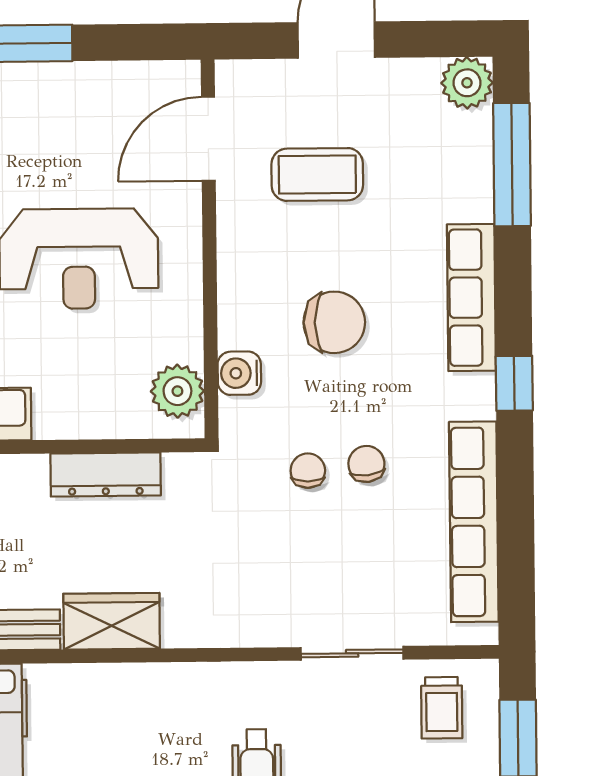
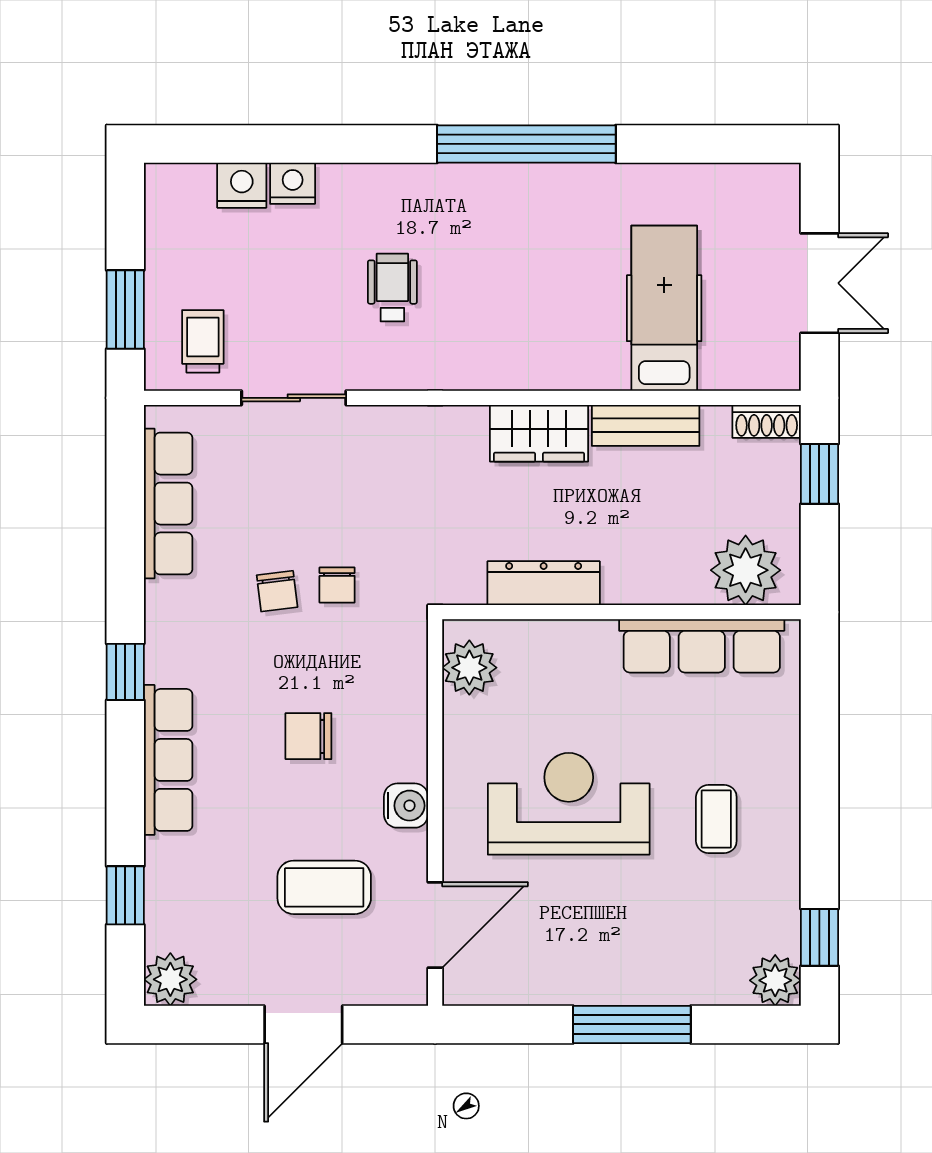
window: (512, 165) -> (125, 895), width x0.46
chair: (334, 322) -> (308, 736), width x0.73, depth x0.73
water cooler: (239, 373) -> (406, 806), moved
row of seats: (474, 522) -> (168, 504), width x0.73

